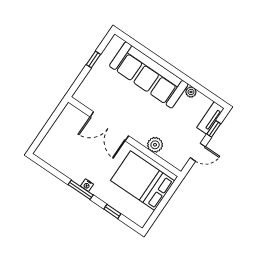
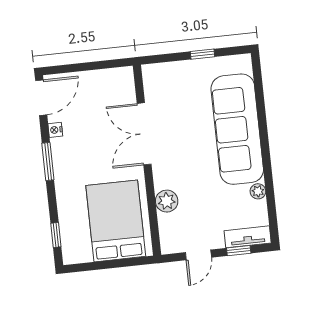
door: (198, 152) -> (198, 255), hinge flipped
door: (44, 165) -> (41, 98), added
nightstand: (87, 185) -> (55, 130), moved
window: (112, 211) -> (56, 235), moved

